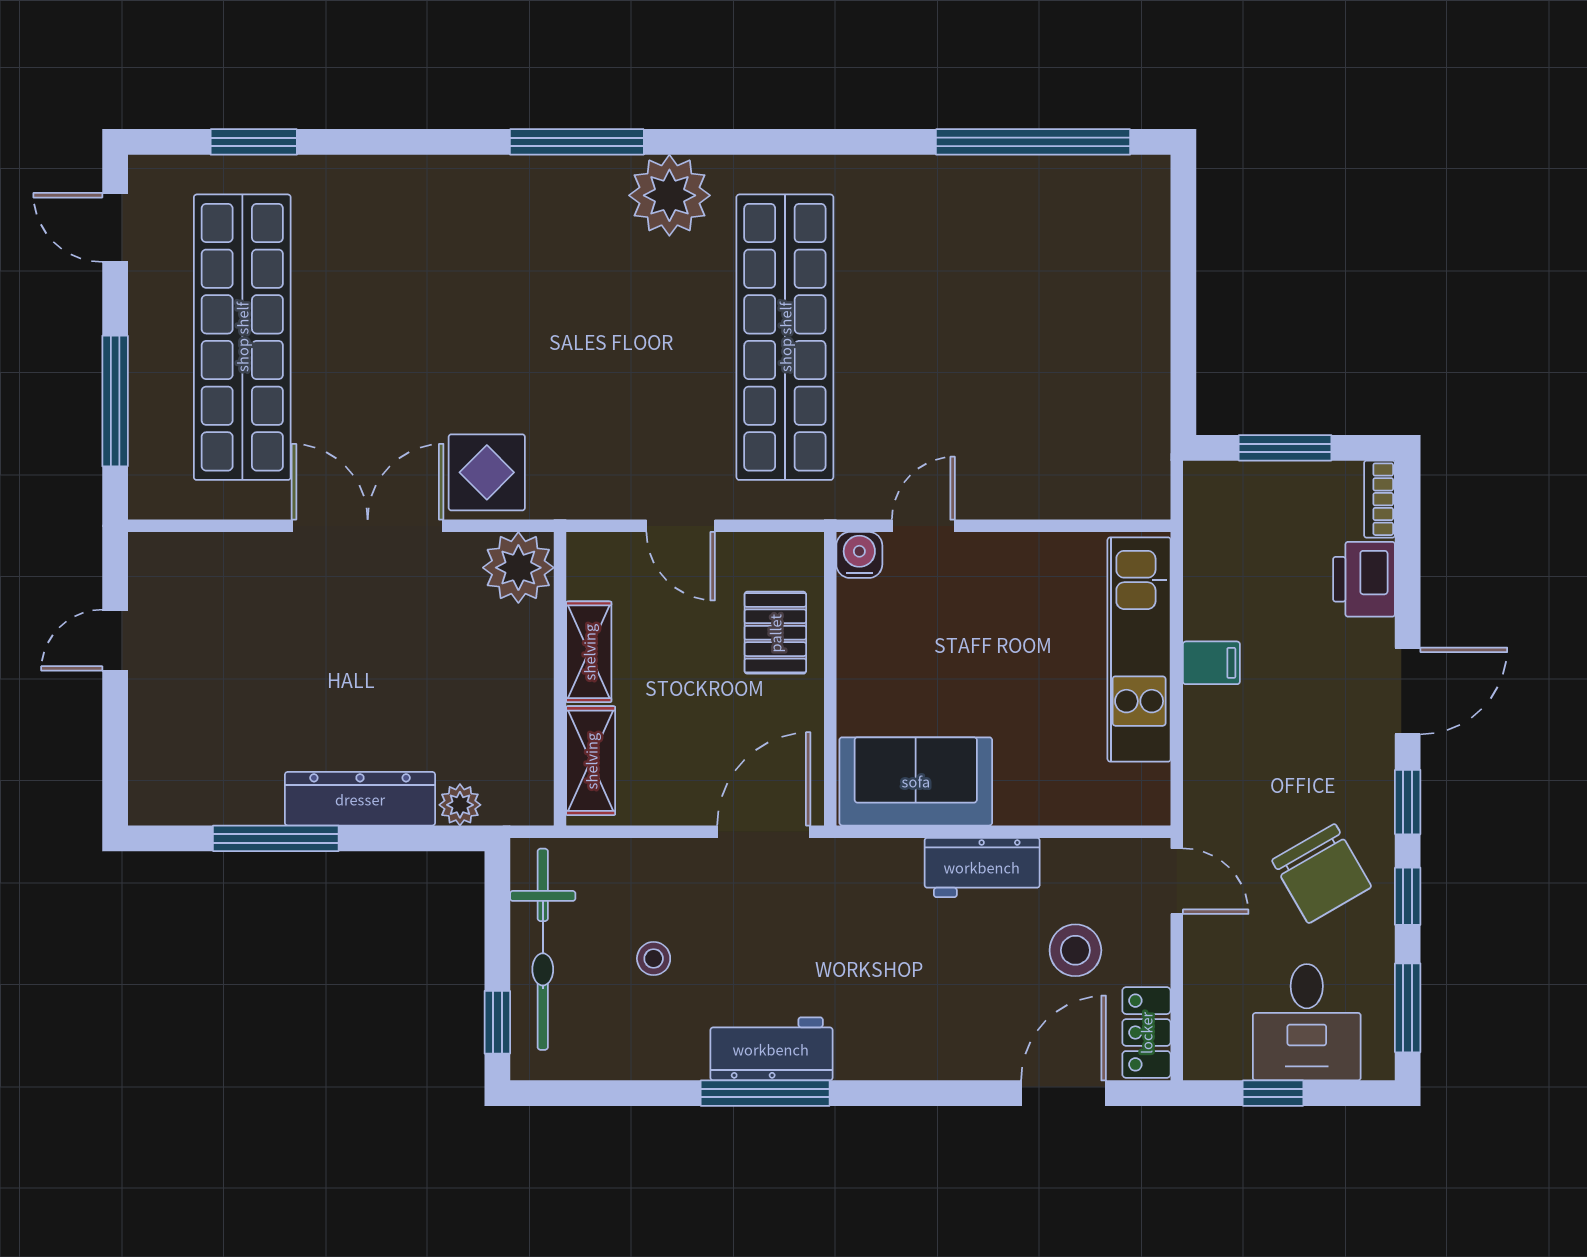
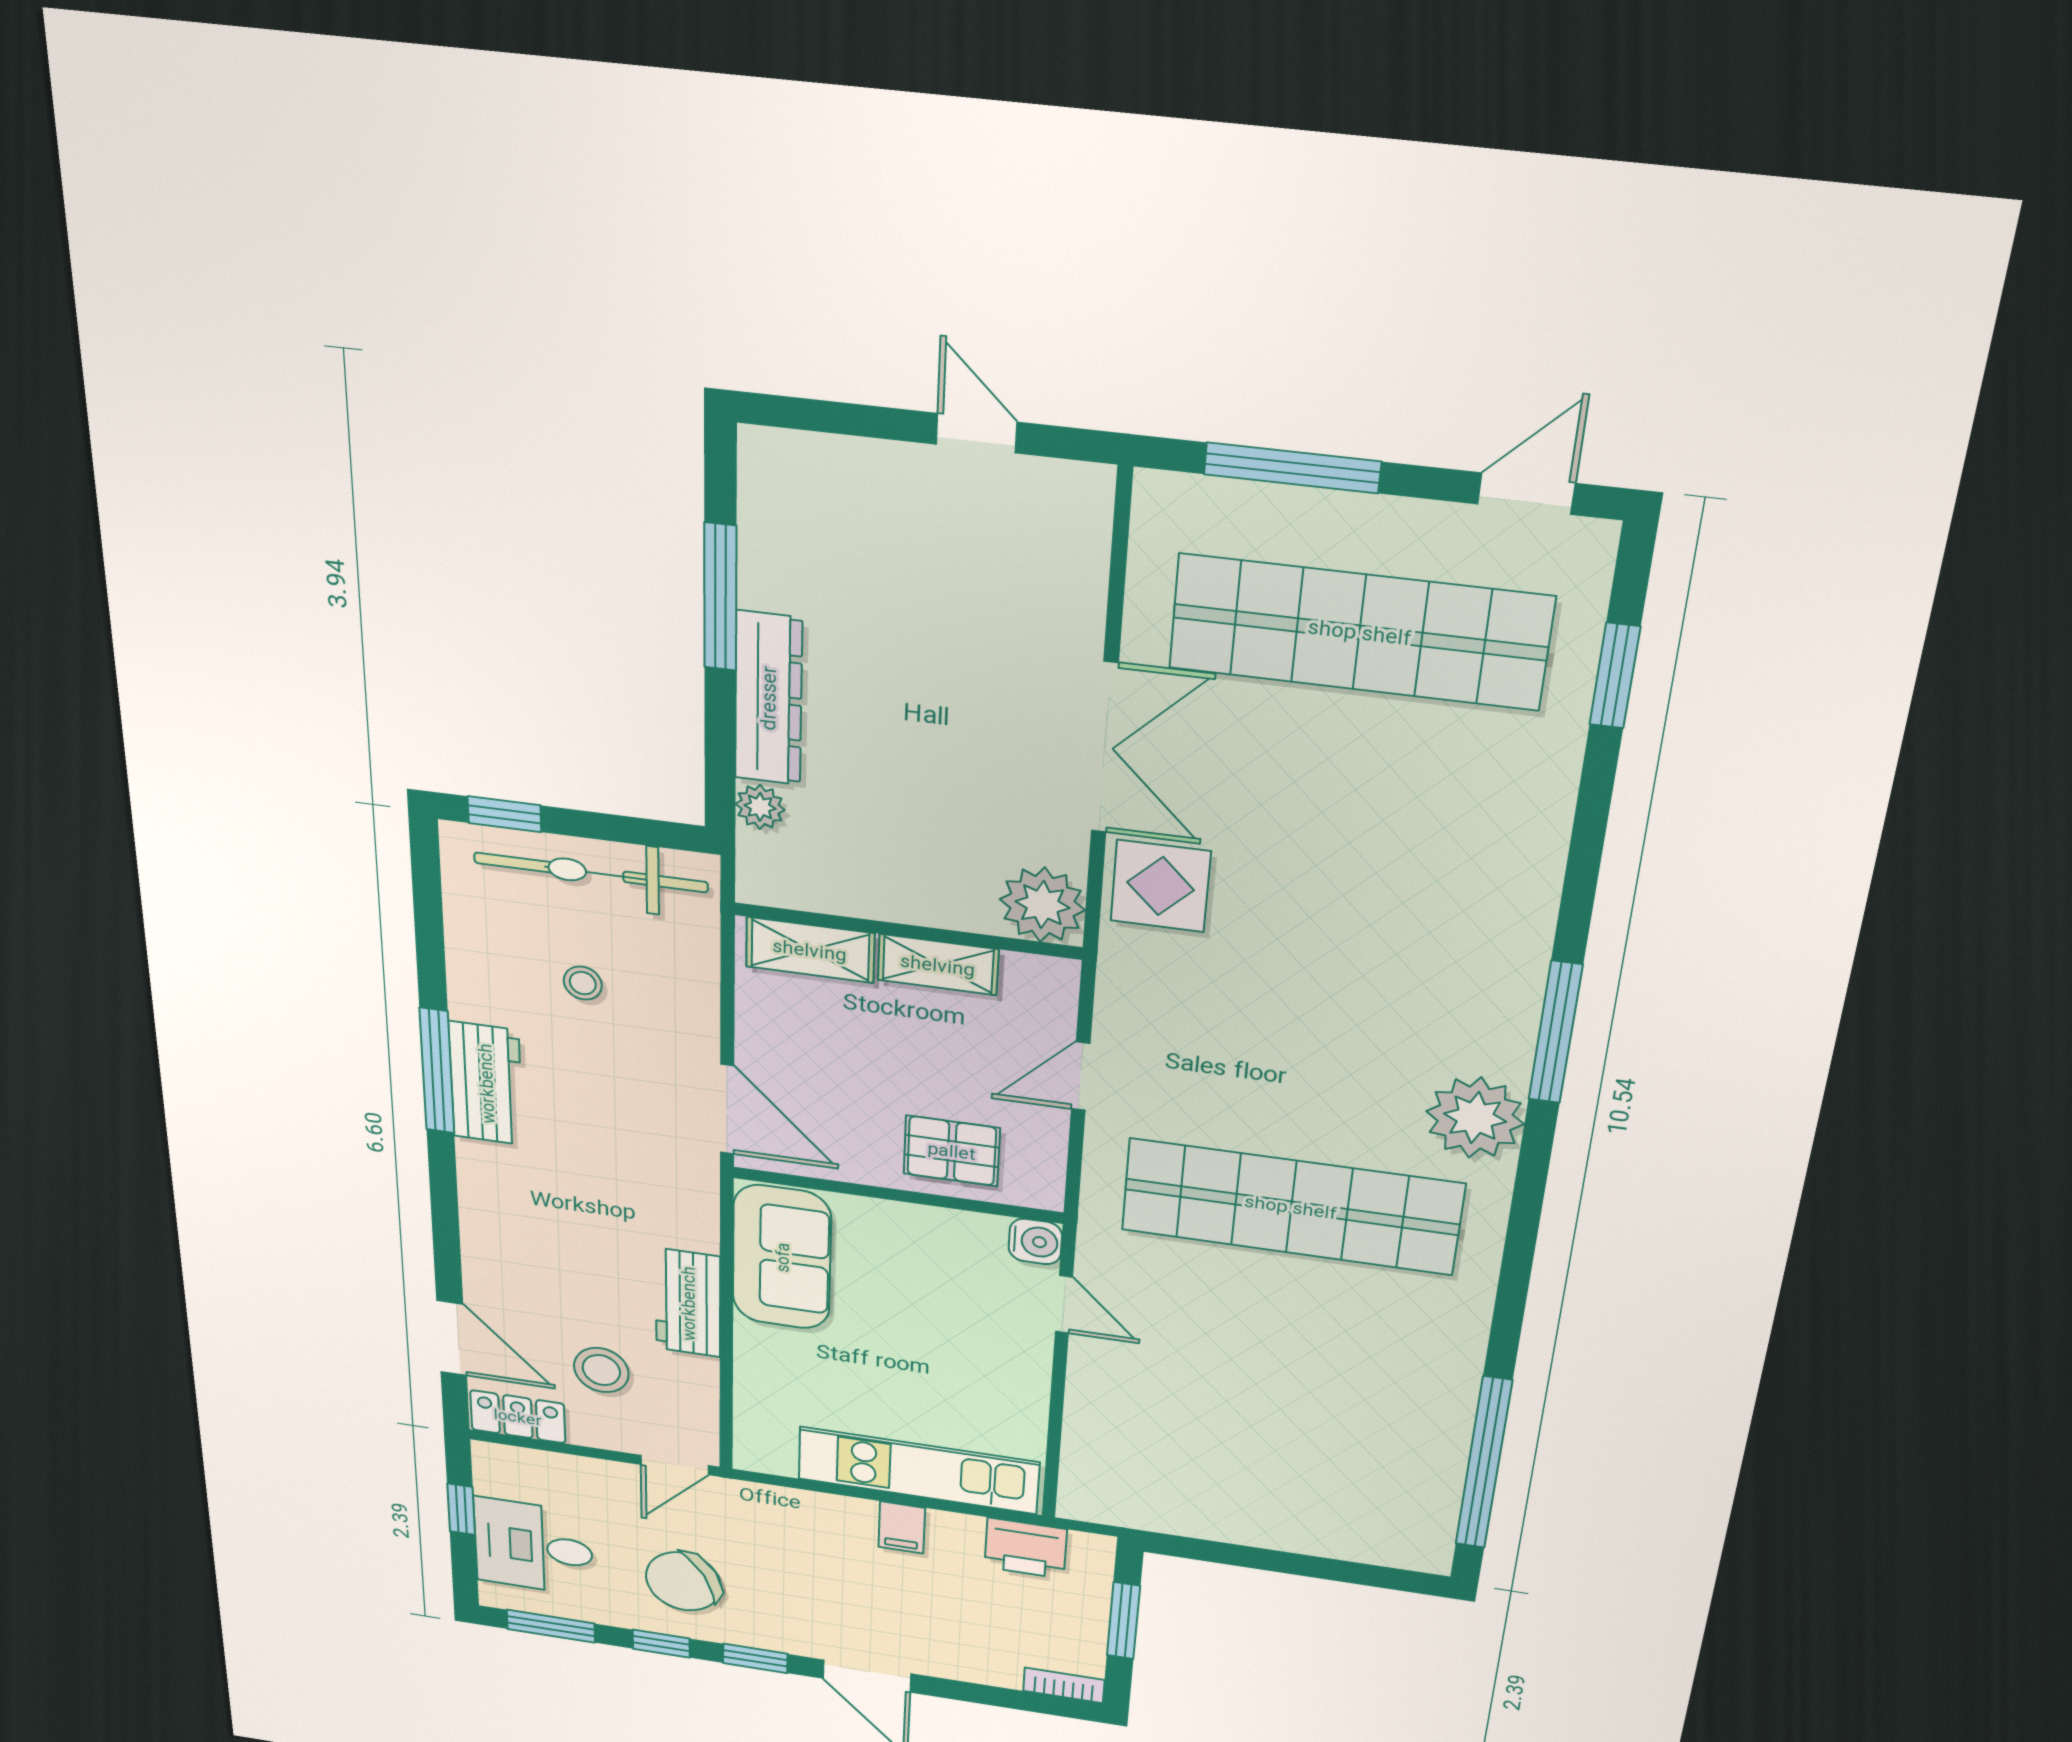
printer: (1364, 579) -> (1026, 1548), moved, turned 180

